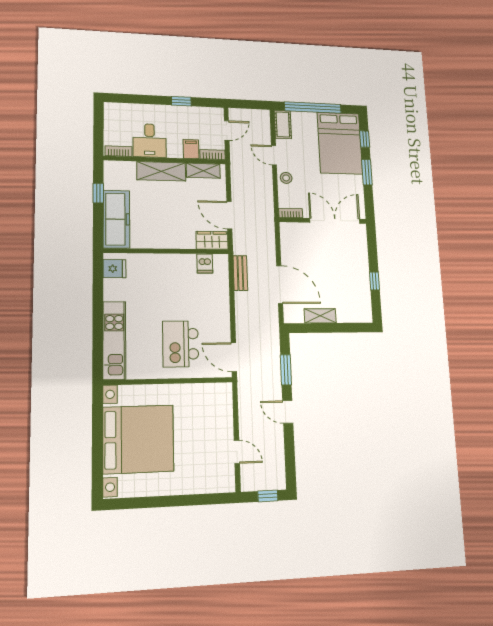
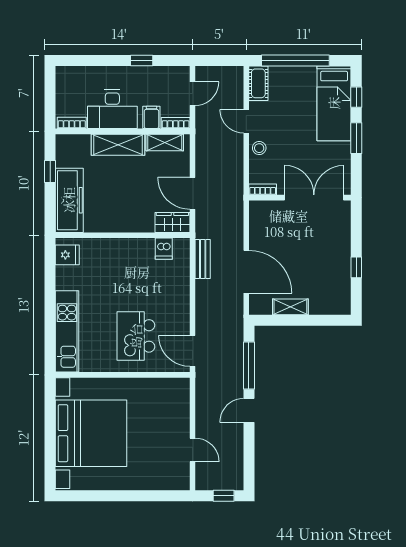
desk: (150, 141) -> (112, 109), width x1.37
bed: (340, 143) -> (334, 103), width x0.67
window: (286, 370) -> (249, 366), width x1.44
door: (288, 412) -> (249, 410), hinge flipped

